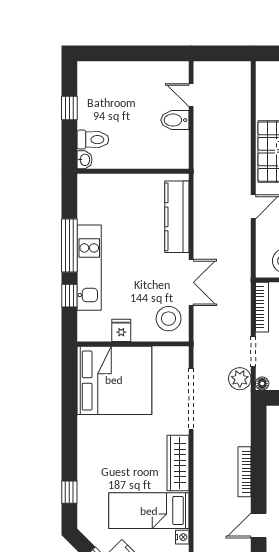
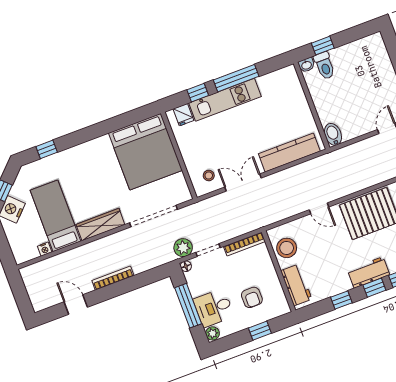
window: (69, 108) -> (323, 46), moved
bidet: (175, 120) -> (333, 134), moved
double door: (191, 282) -> (243, 182), swing flipped
stool: (169, 319) -> (209, 175), width x0.53, depth x0.53
fridge: (121, 330) -> (183, 115), moved, turned 90

